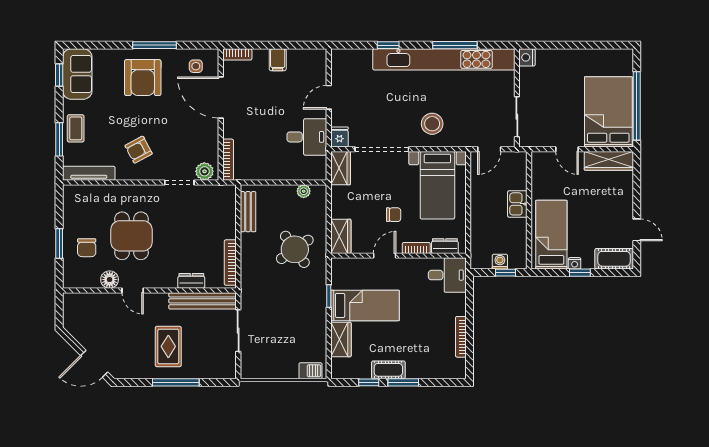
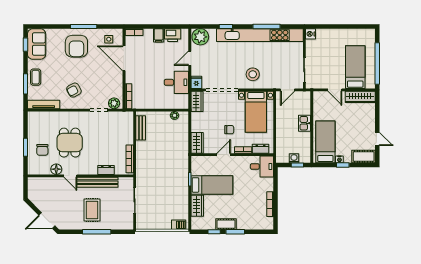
printer: (300, 59) -> (173, 35), added
plant: (346, 62) -> (200, 37), added
bed: (608, 112) -> (355, 67), width x0.67
round table: (295, 249) -> (169, 151), removed
bench: (203, 301) -> (97, 182), moved

